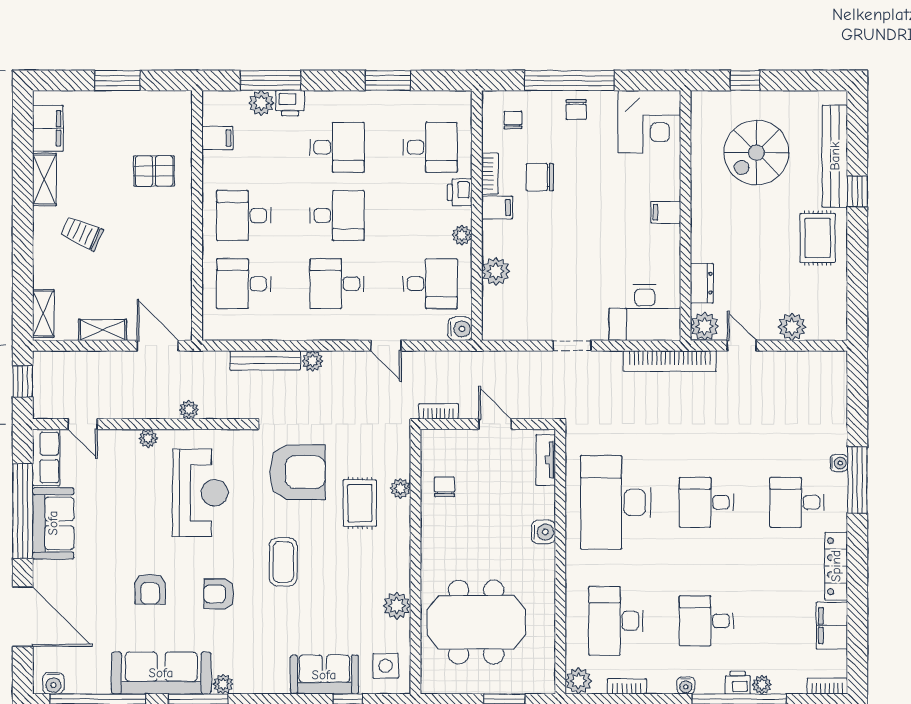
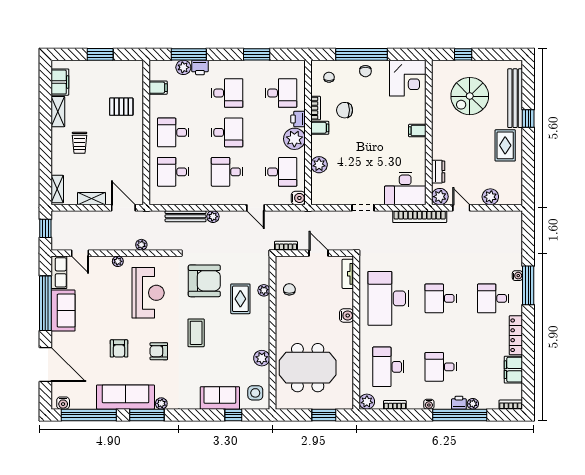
trolley: (82, 233) -> (80, 143), turned -114
plant: (462, 235) -> (294, 139), width x1.88, depth x1.88

